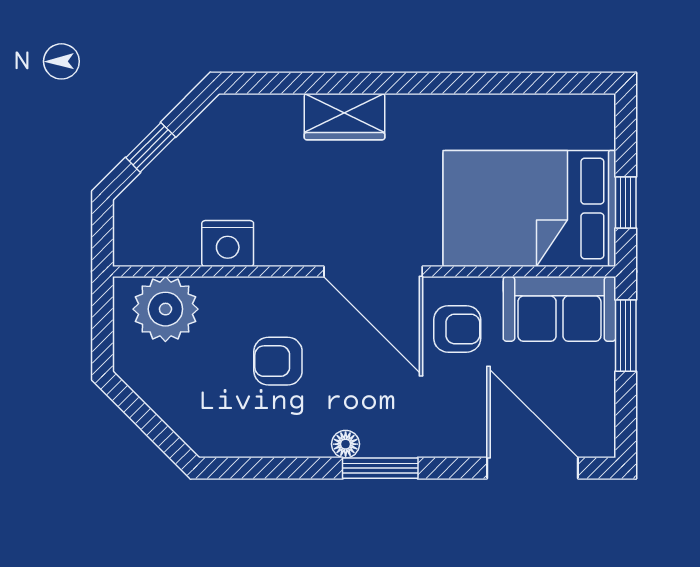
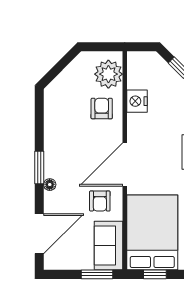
armchair: (278, 361) -> (102, 109), moved
floor lamp: (346, 444) -> (50, 185), moved

